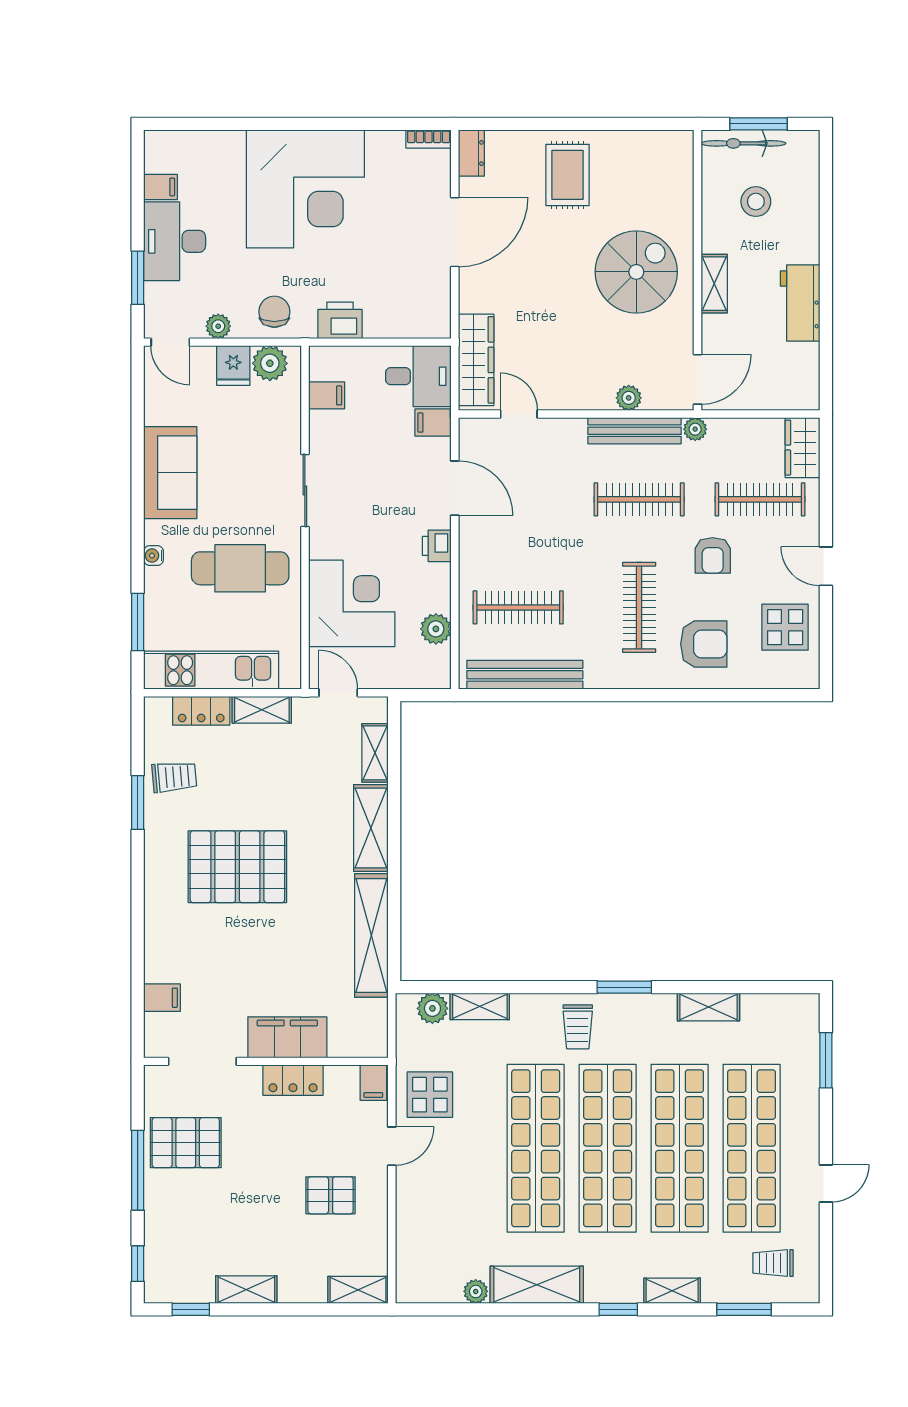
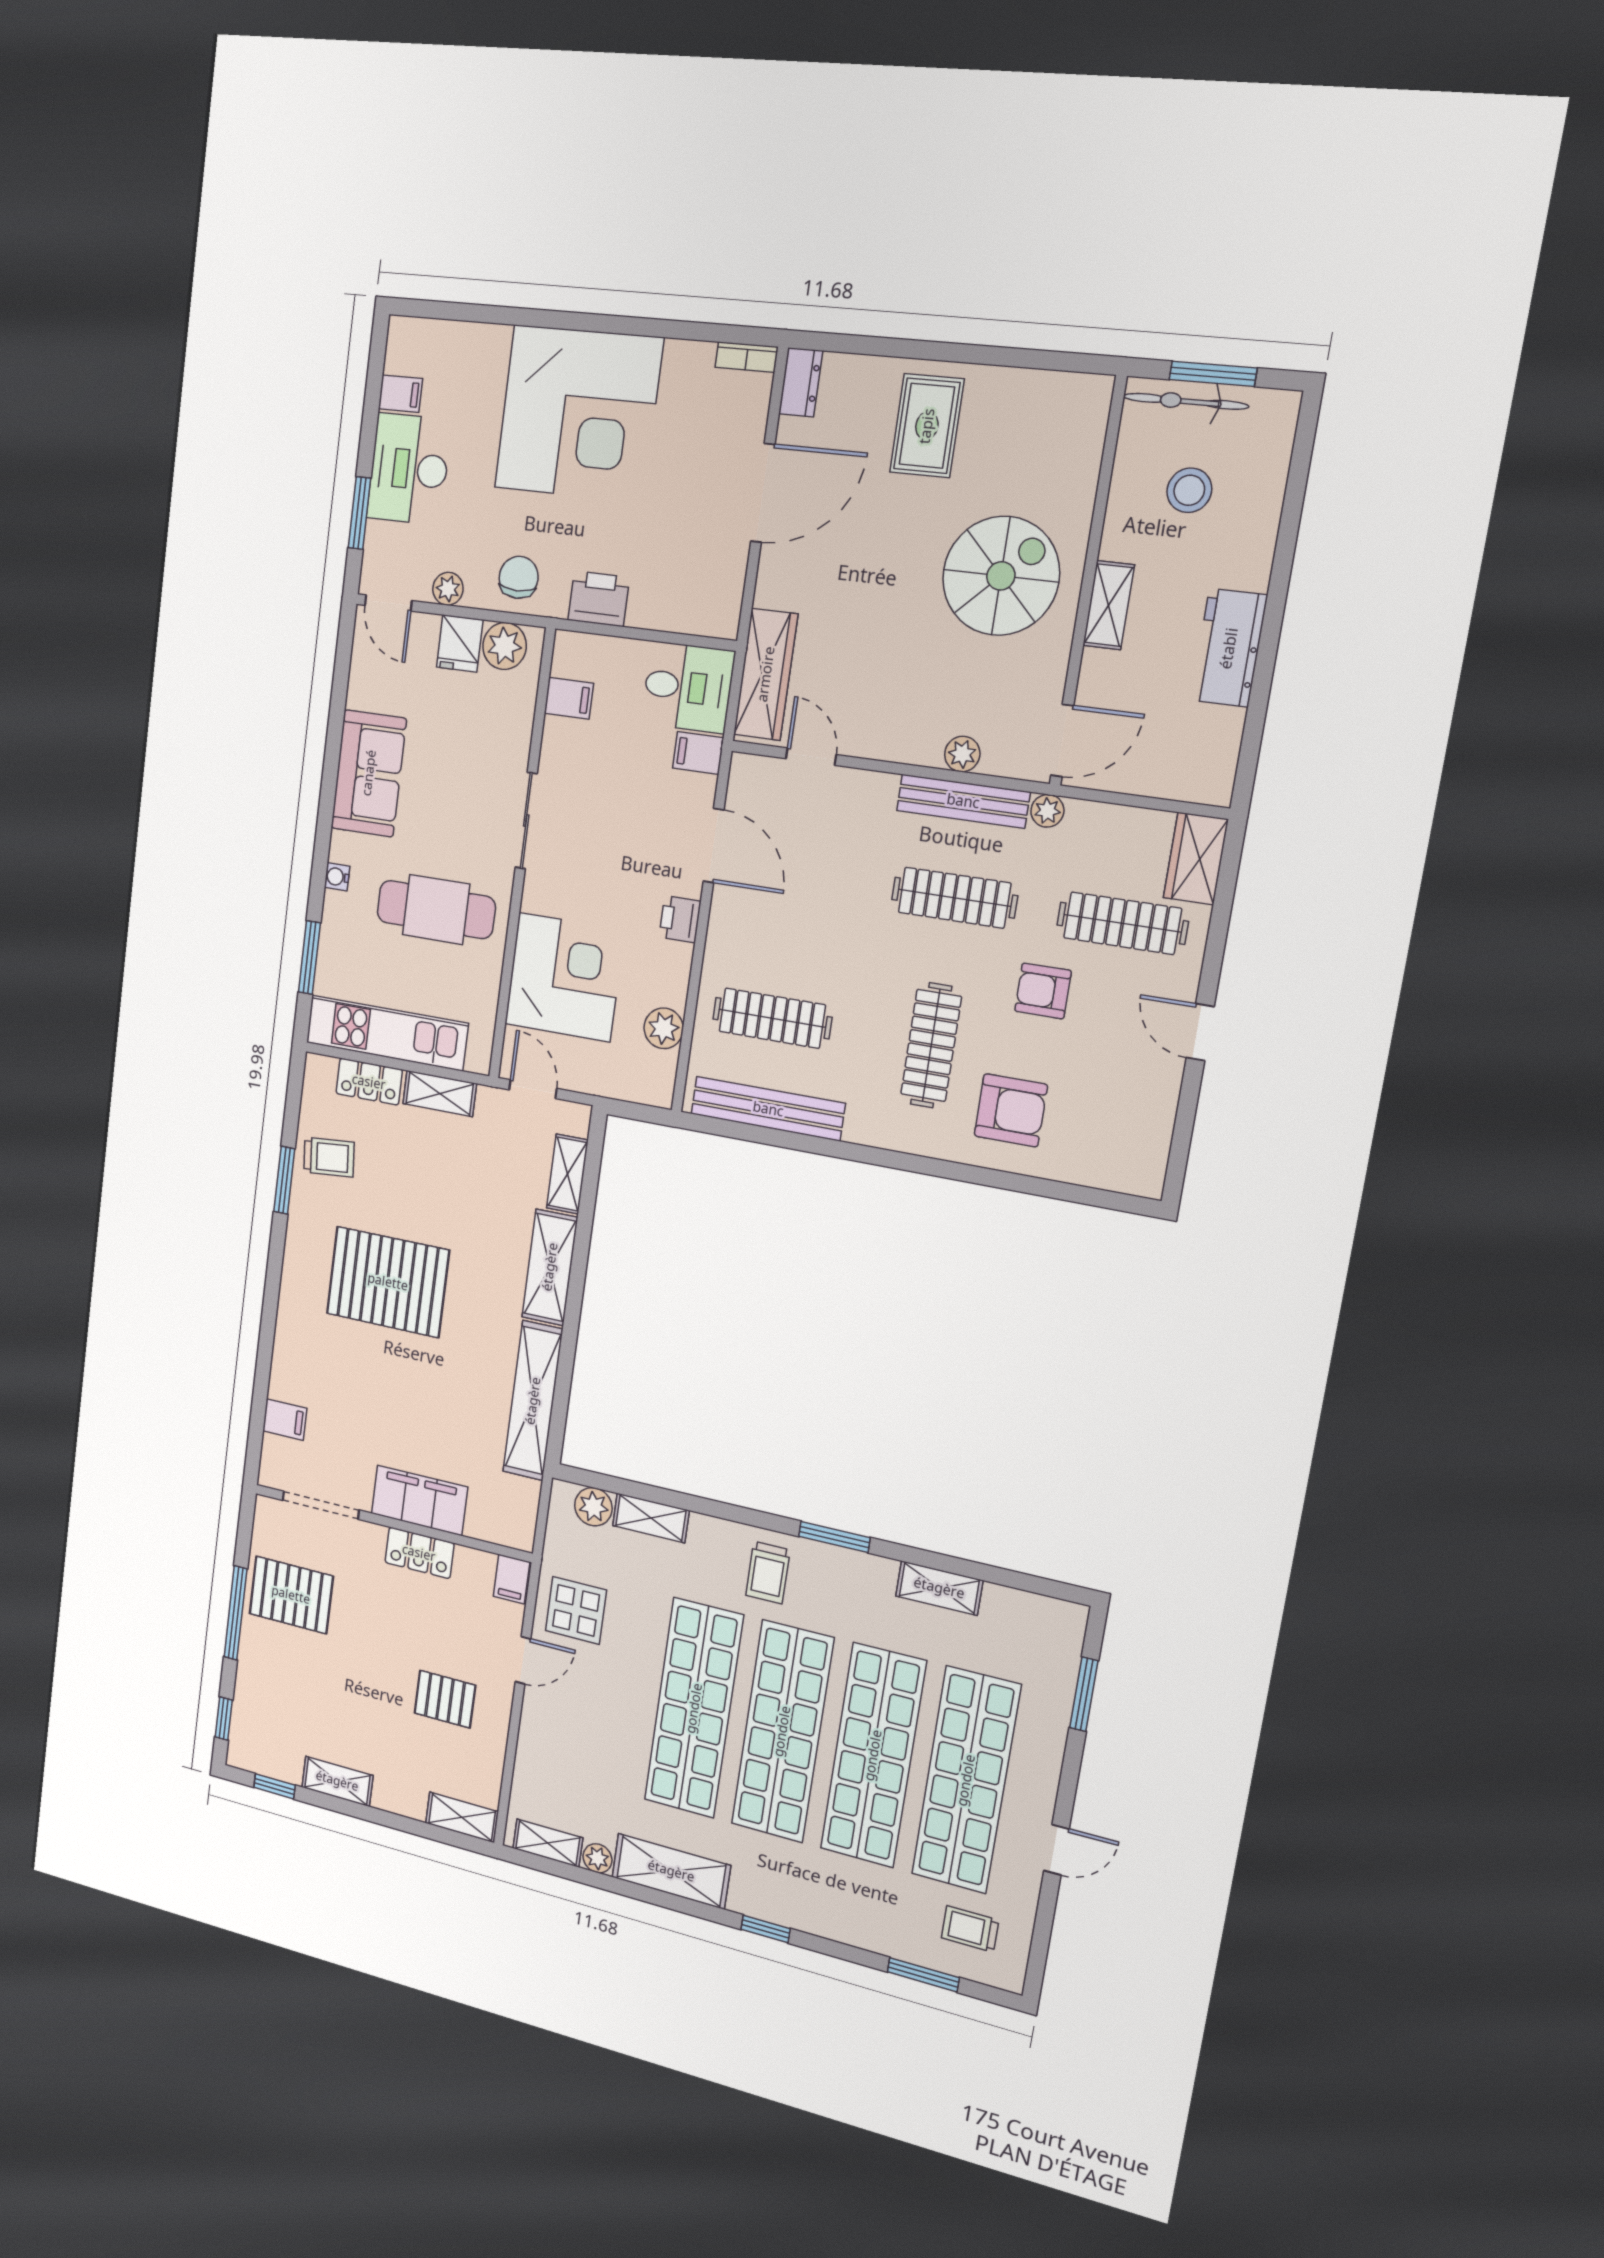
armchair: (713, 555) -> (1043, 991), turned 90
display table: (785, 627) -> (1127, 1107), removed
shelving: (672, 1291) -> (548, 1843), moved

